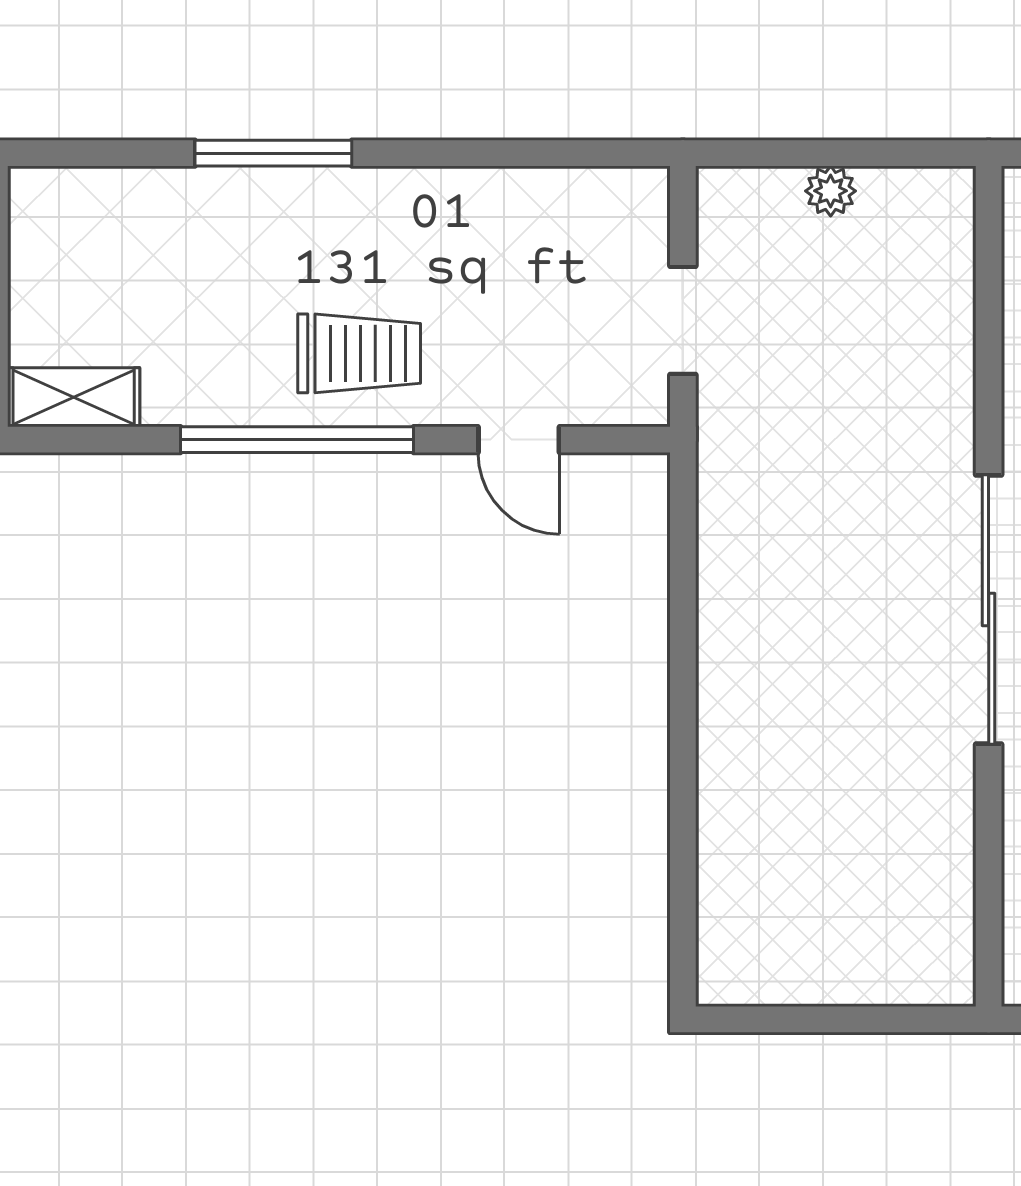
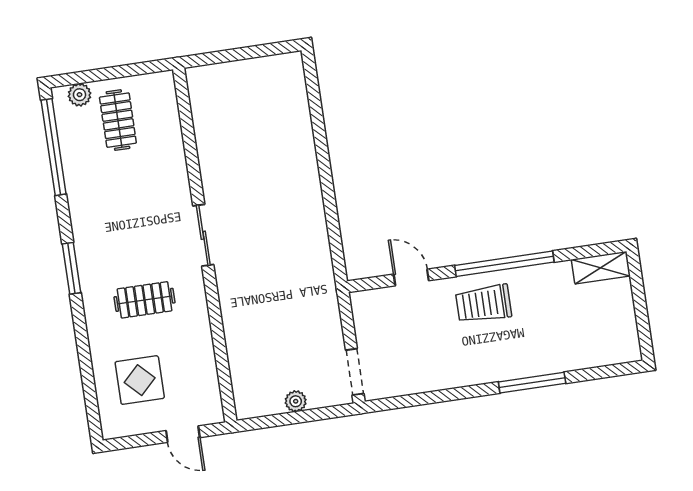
doorway: (683, 320) -> (355, 372), moved
sliding door: (989, 609) -> (203, 235), width x0.54

